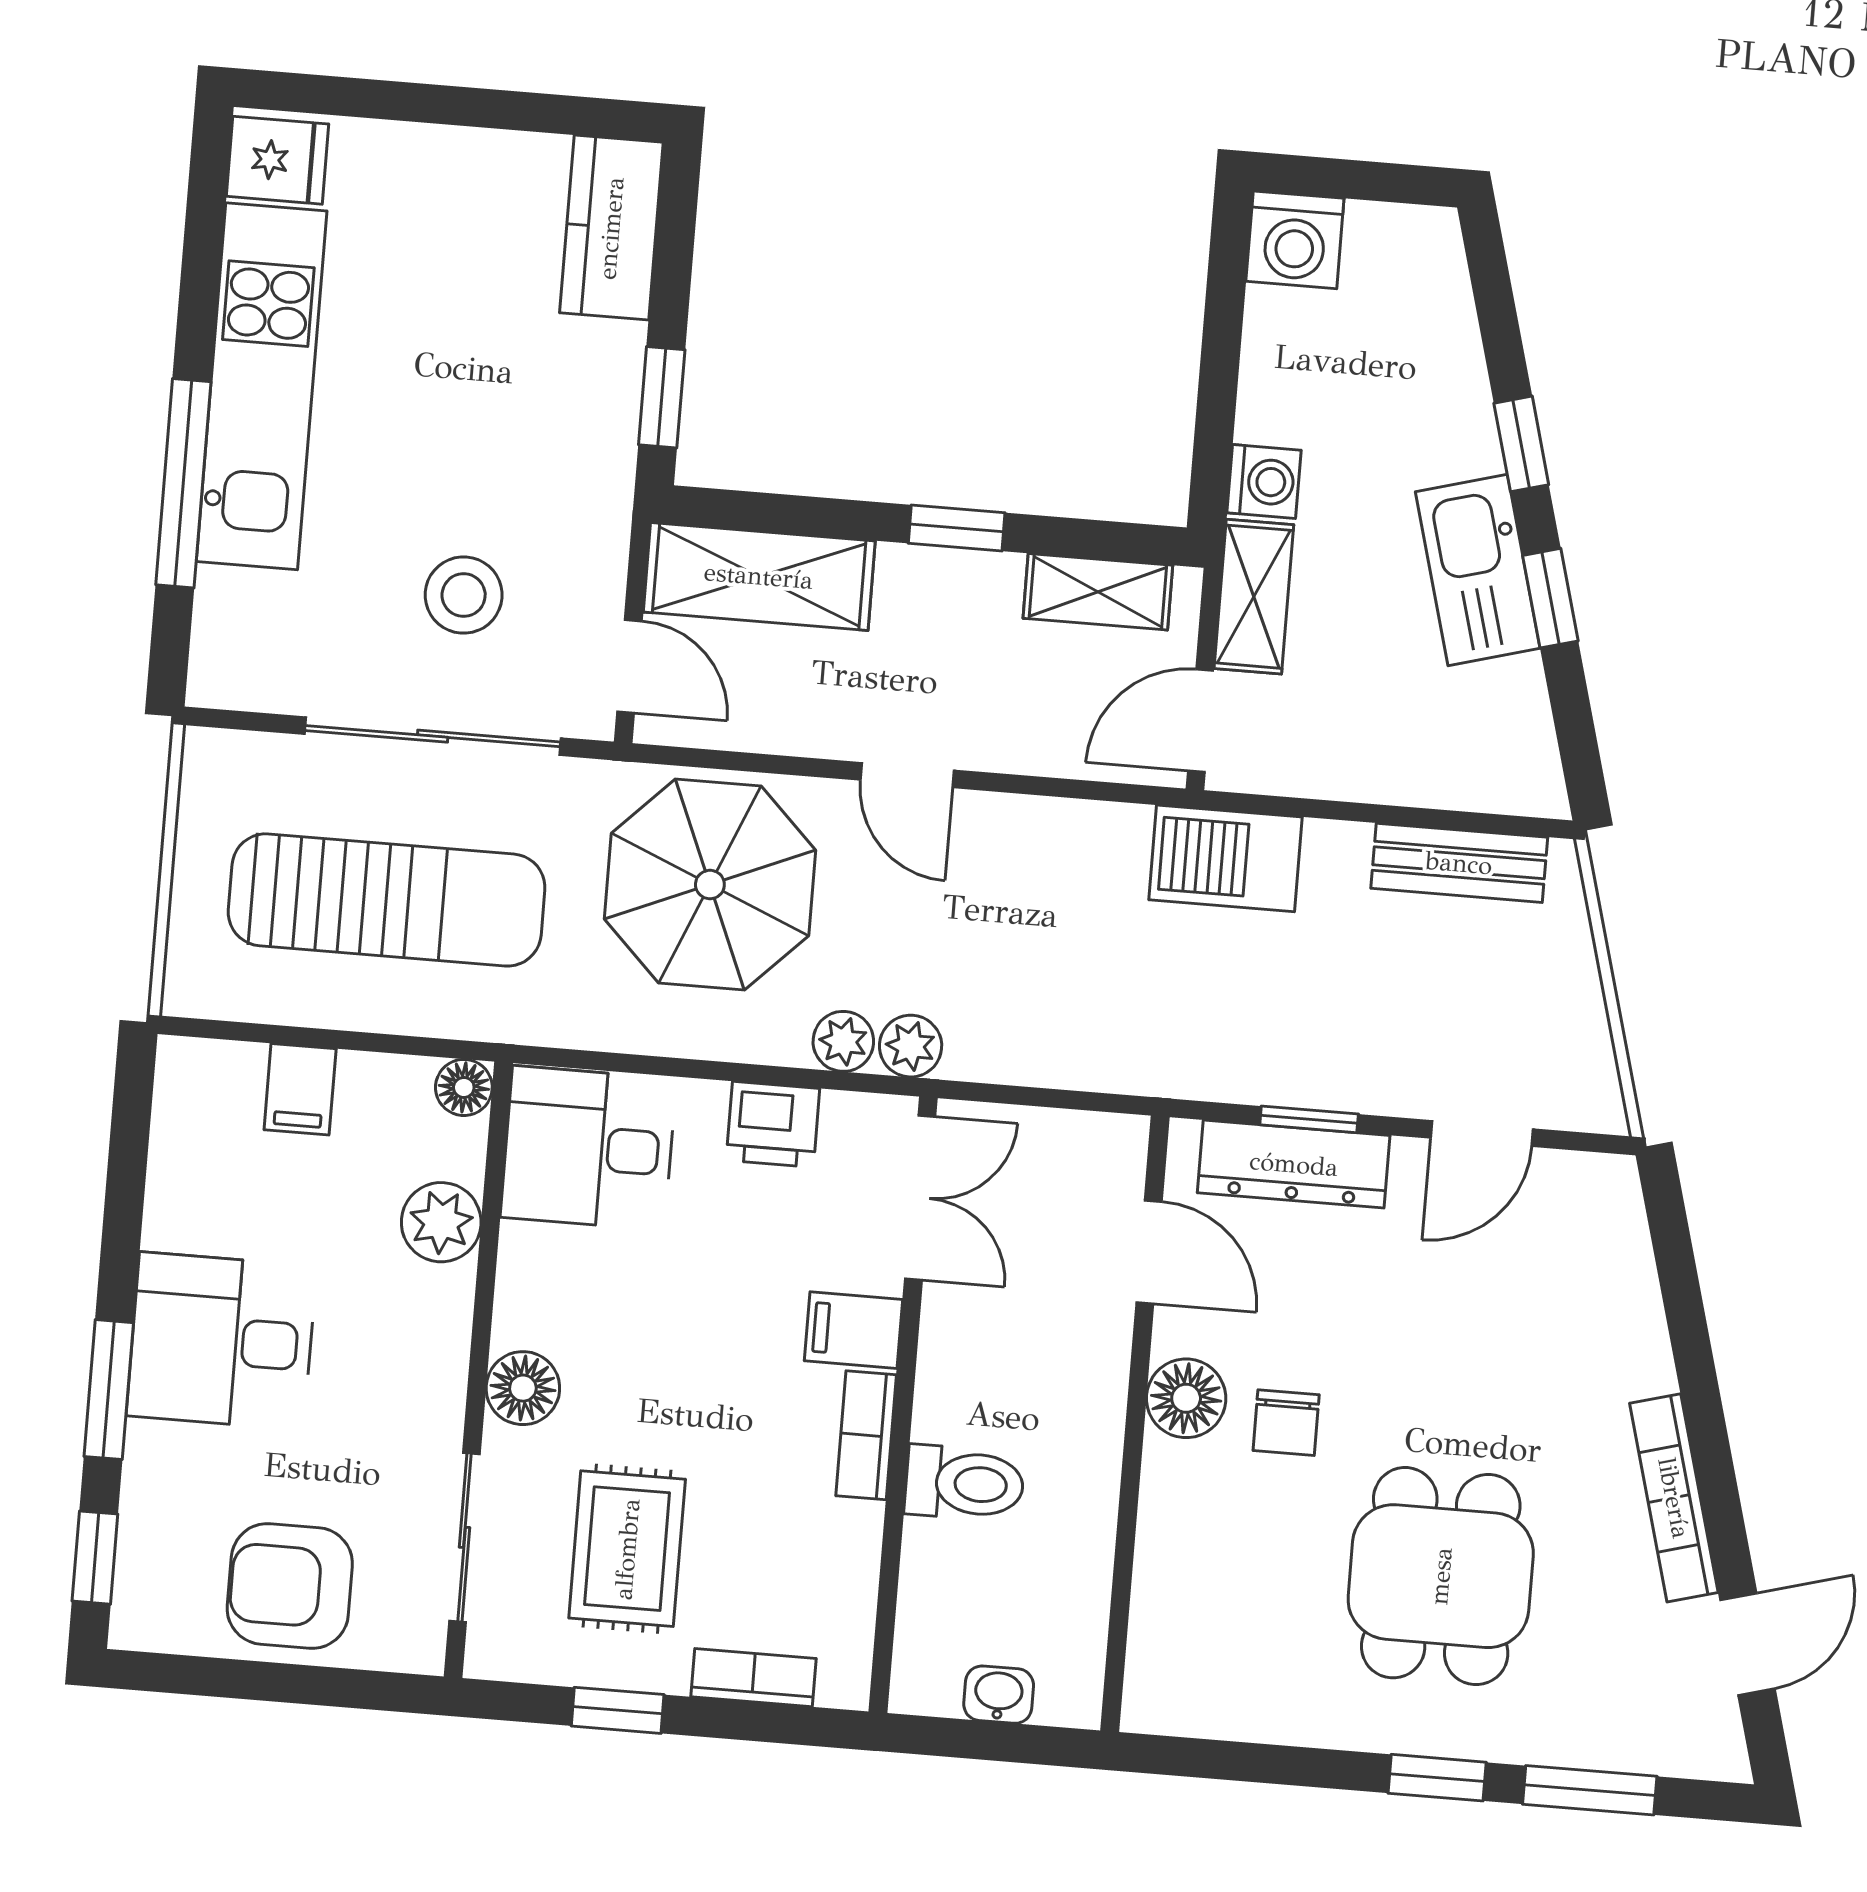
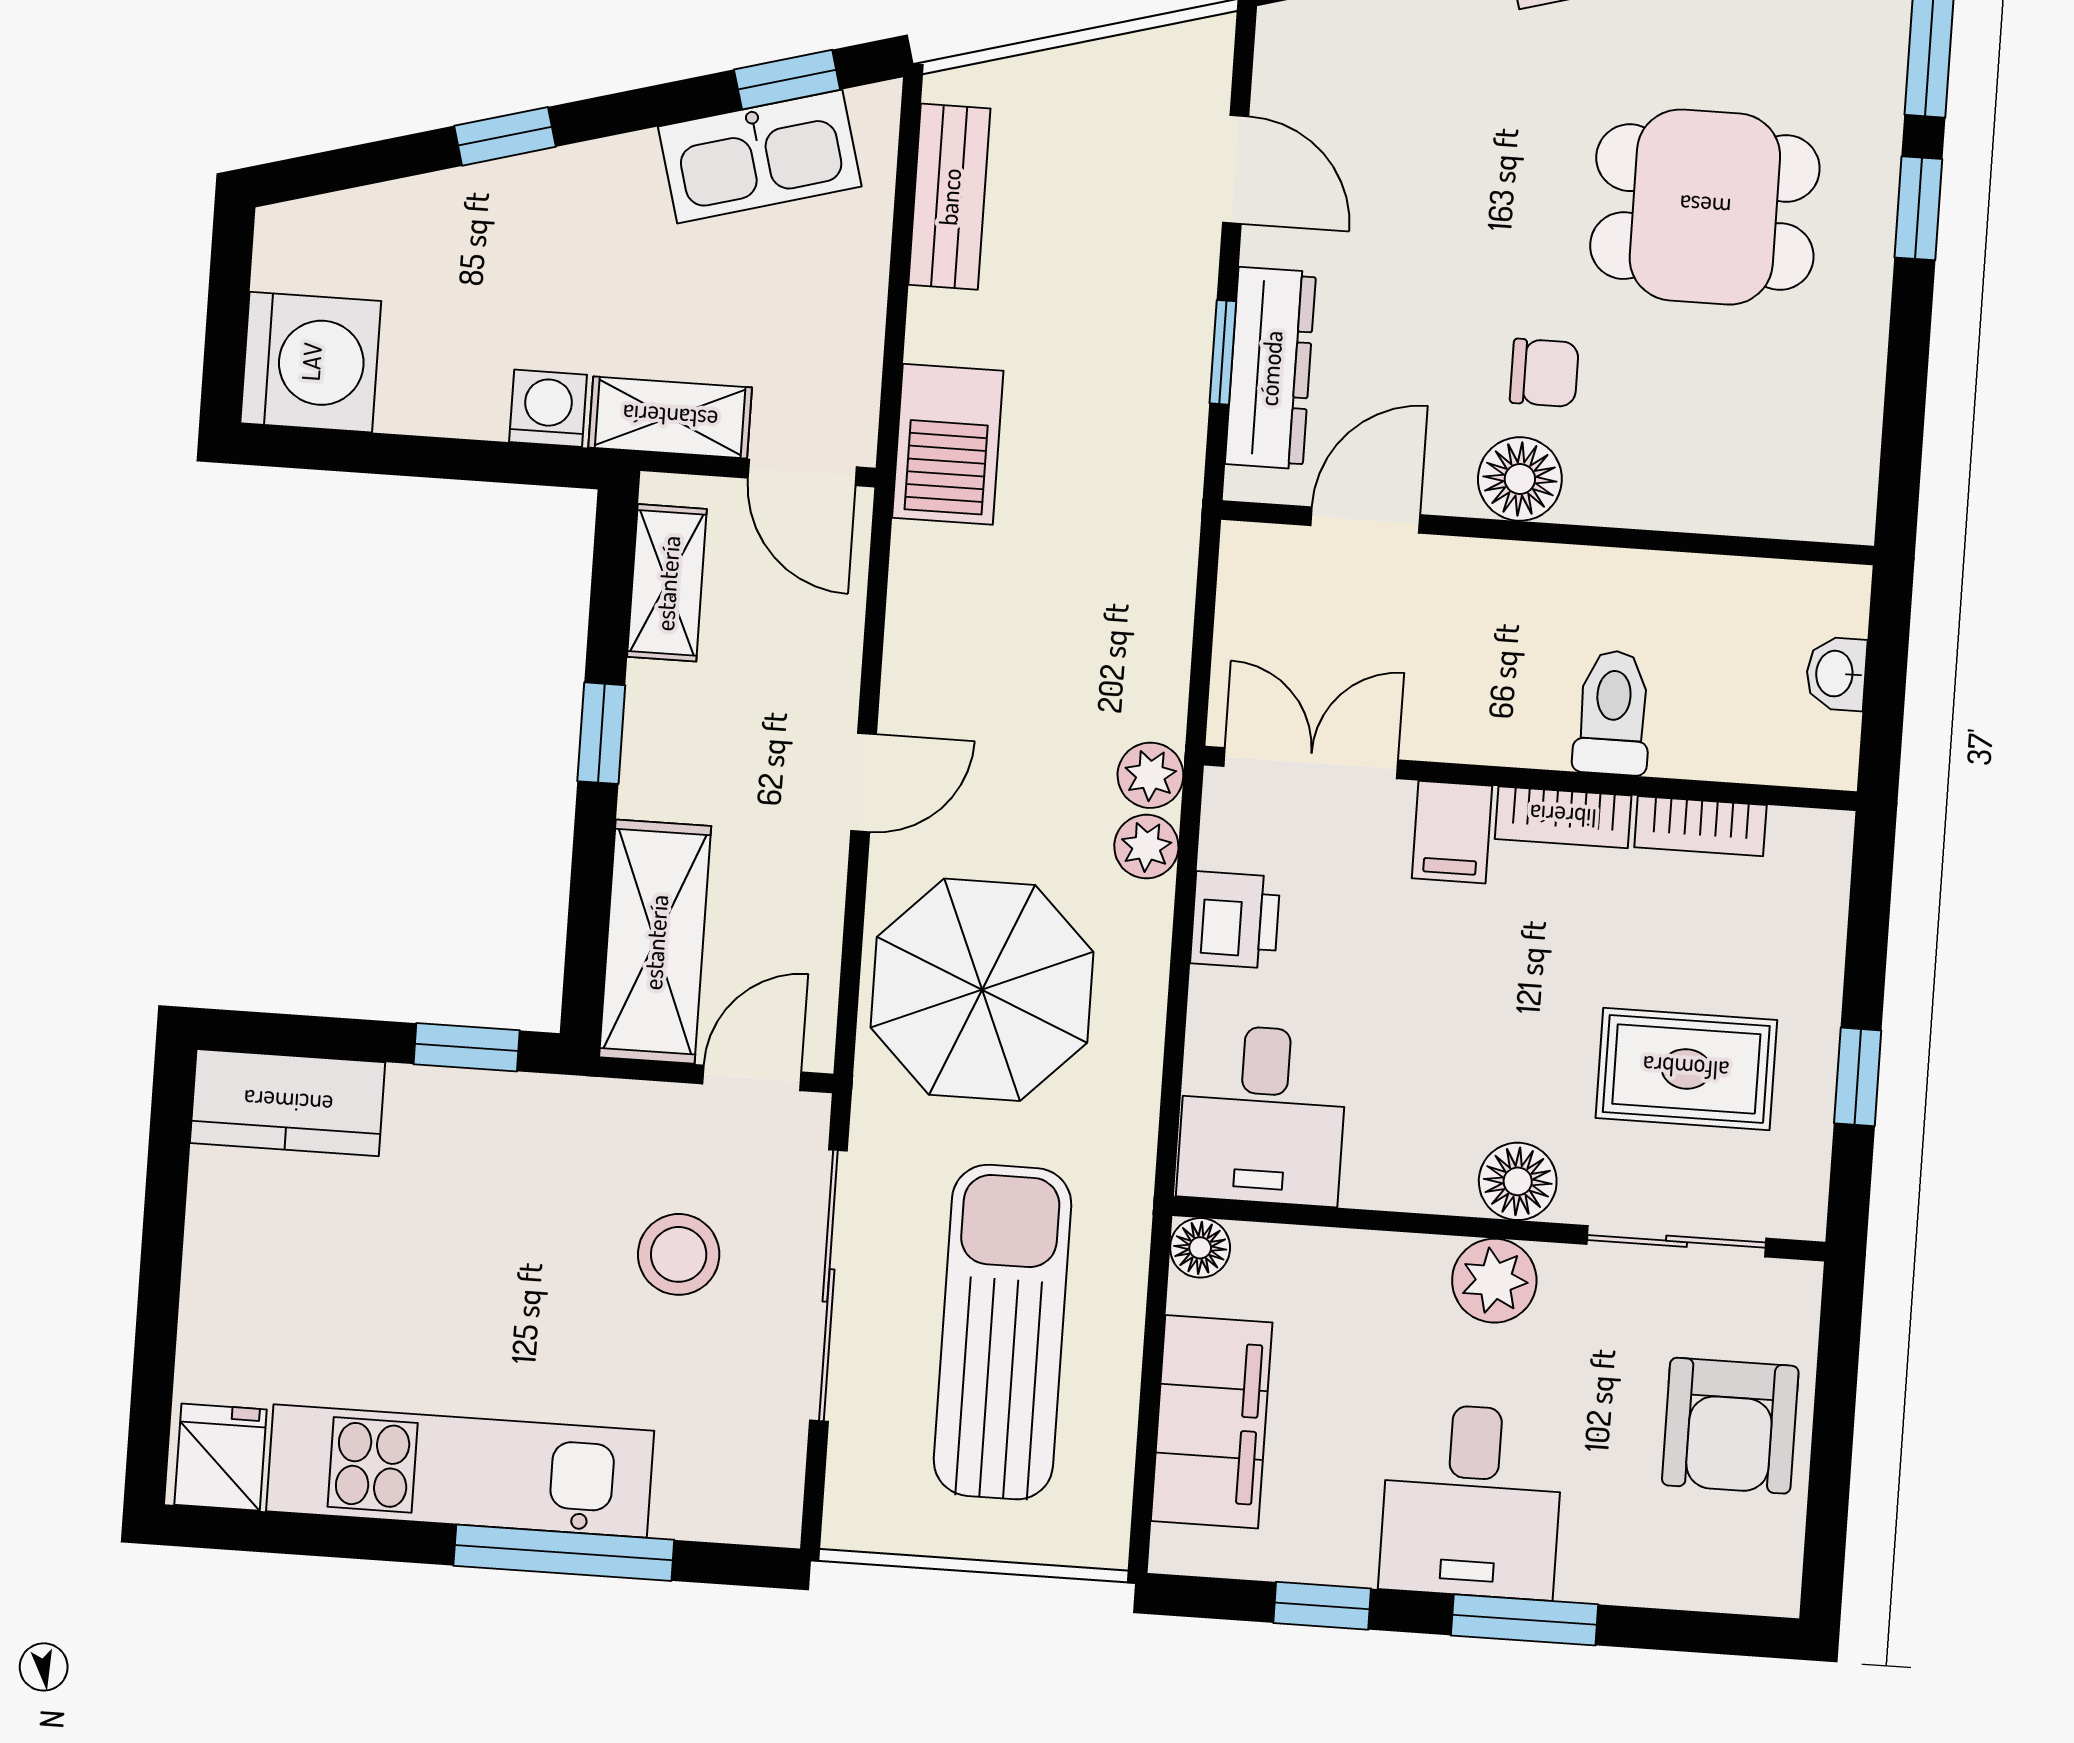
washing machine: (1295, 240) -> (311, 362), width x1.37, depth x1.37
kitchen sink: (1478, 570) -> (760, 157), moved
window: (1550, 598) -> (787, 80), moved
filing cabinet: (300, 1089) -> (1212, 1422), width x3.00, depth x1.17
plant: (441, 1222) -> (1494, 1281), moved
window: (95, 1558) -> (1322, 1606), moved
bookcase: (753, 1678) -> (1700, 826), moved, turned -90

